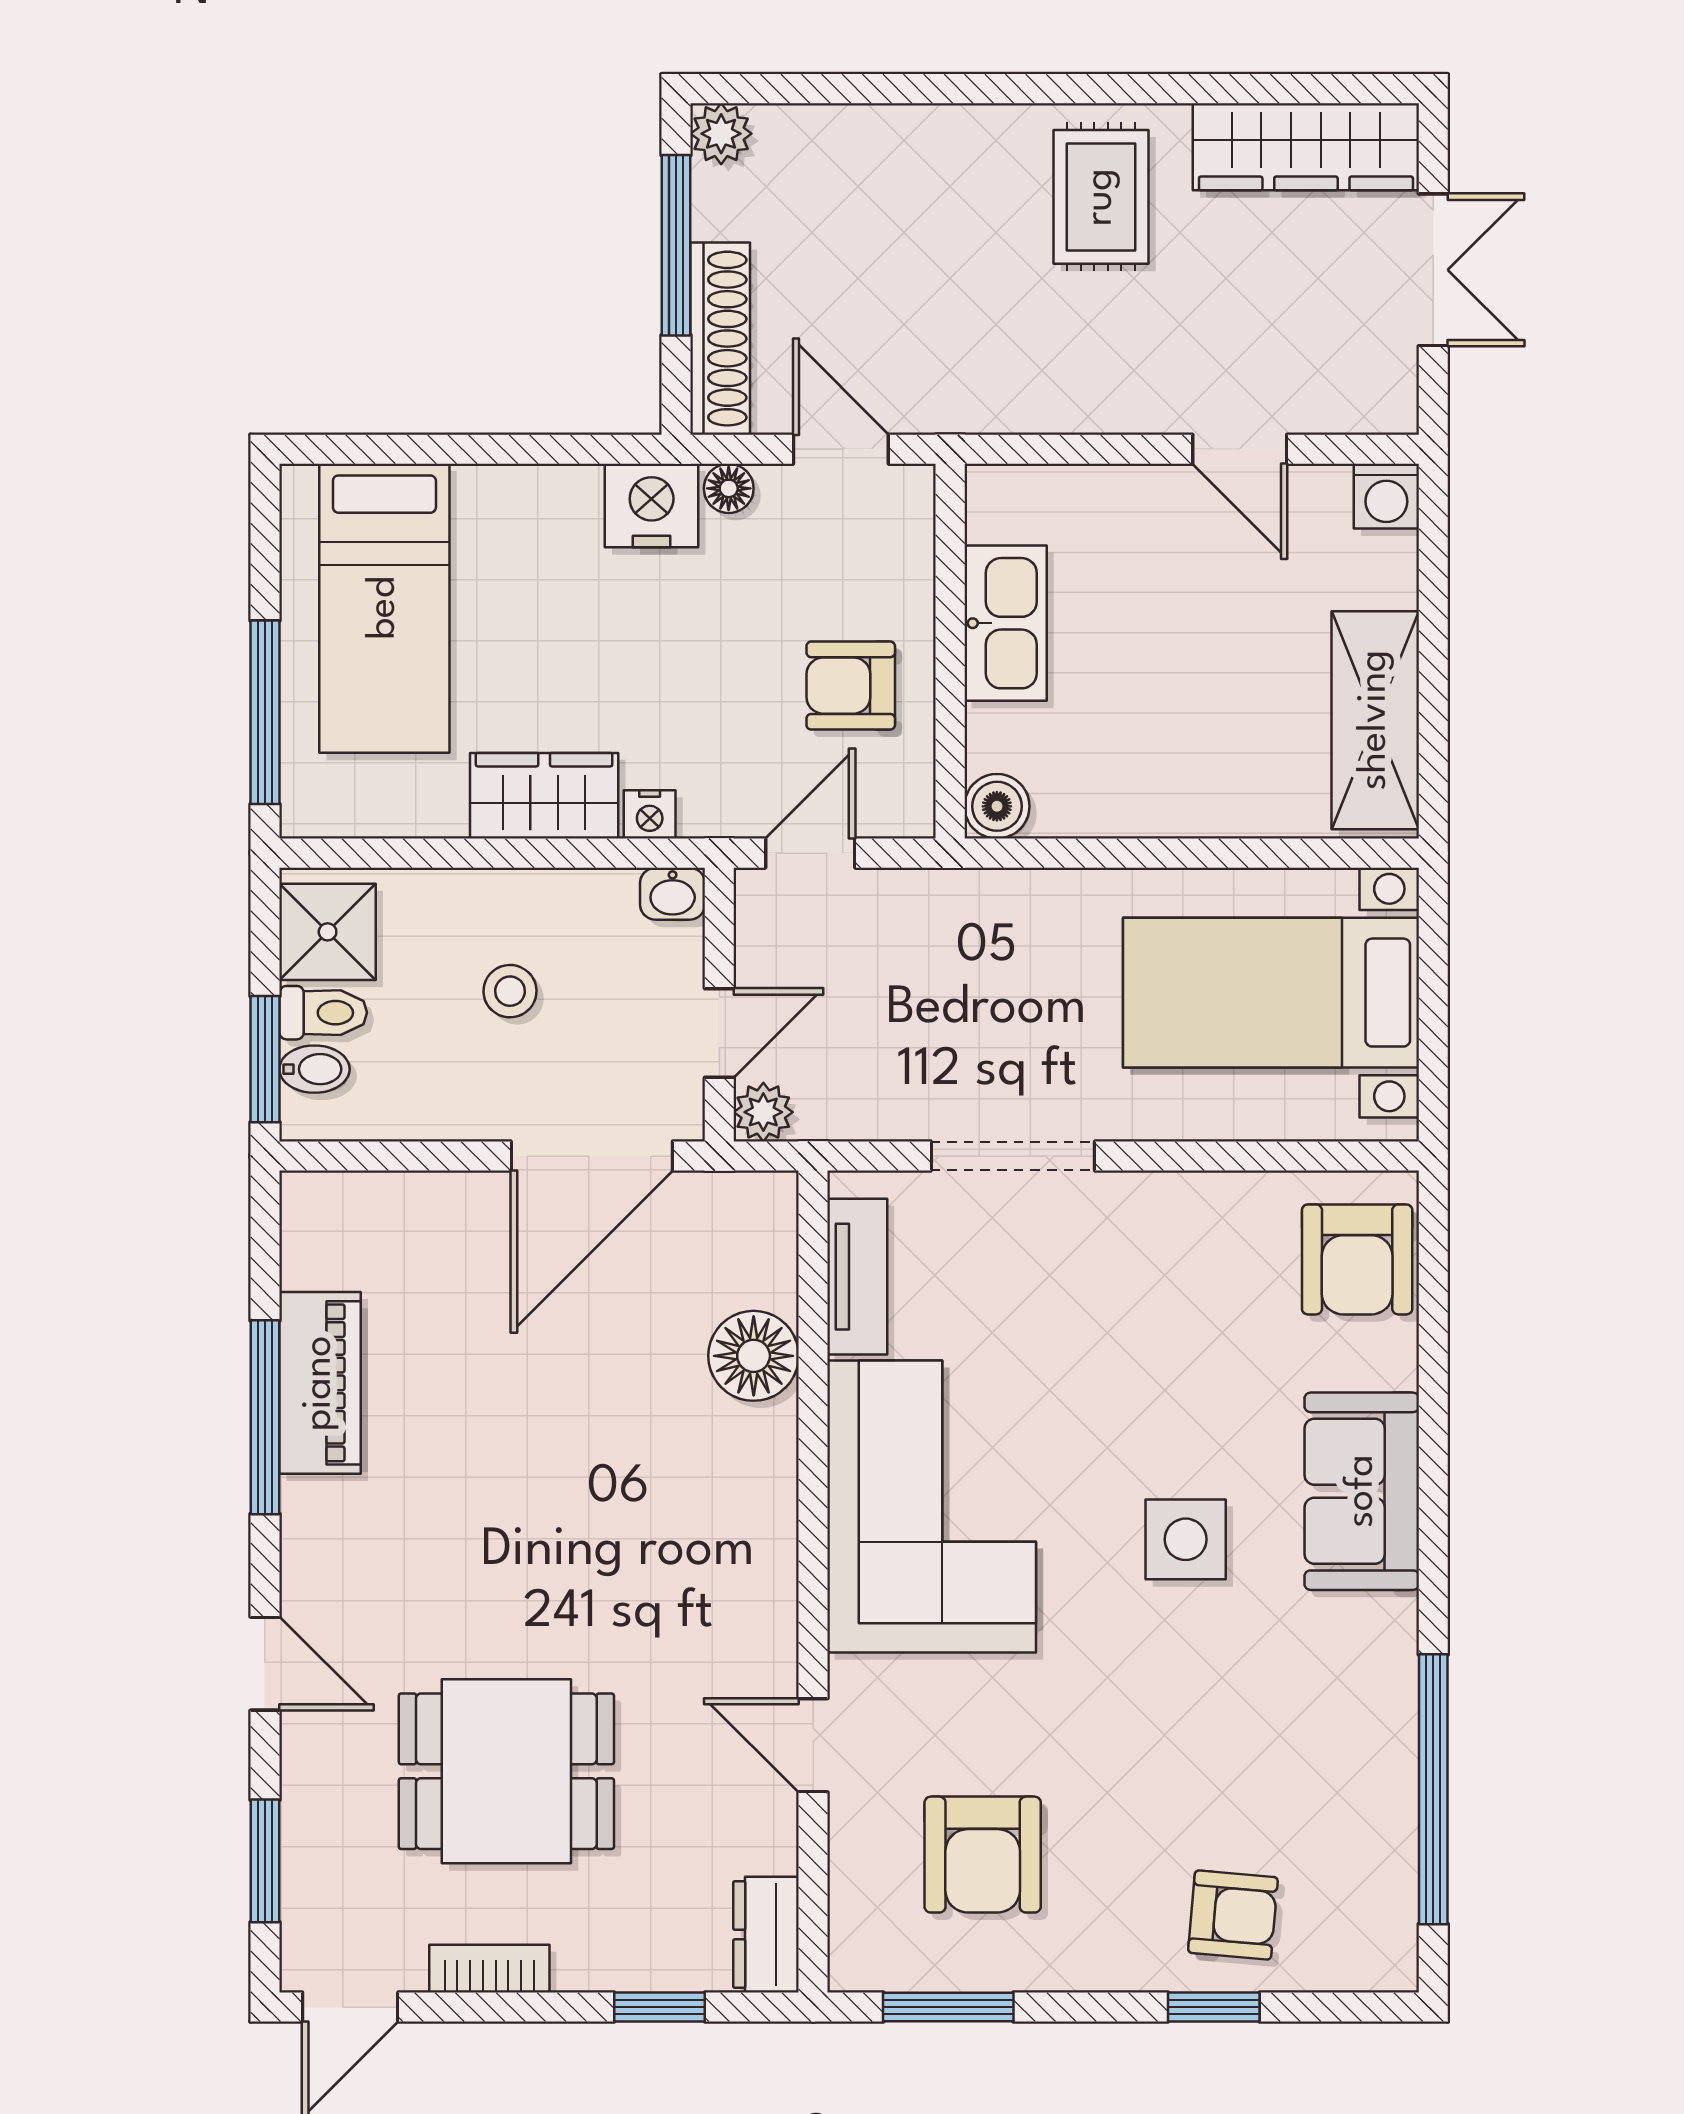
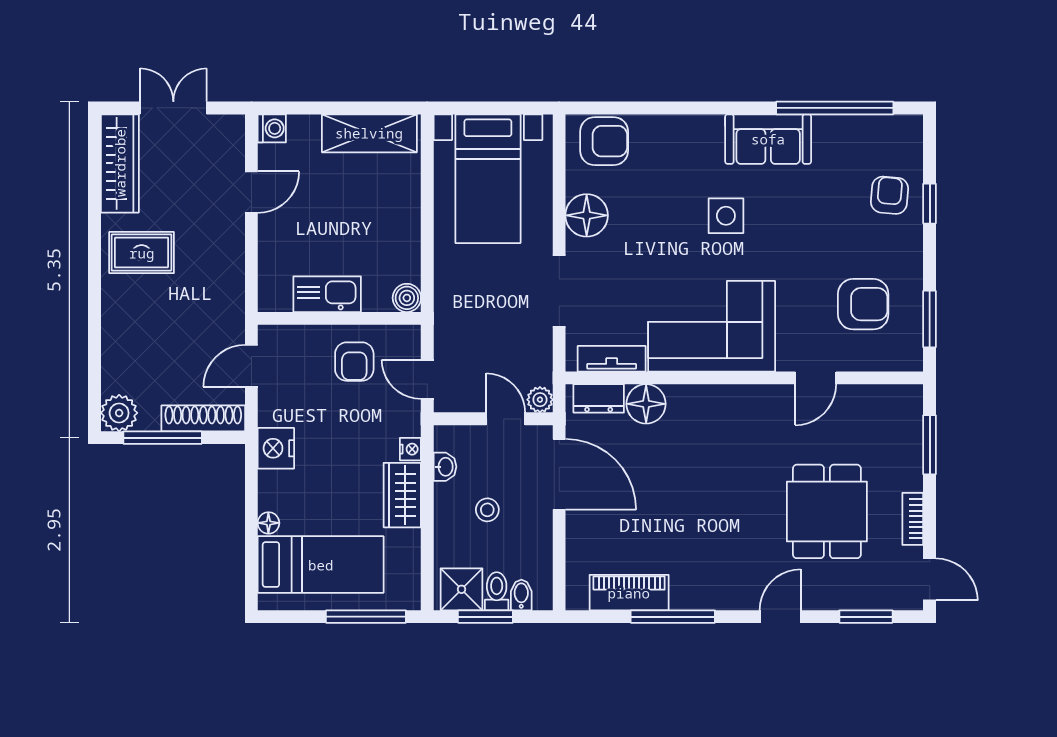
plant: (721, 134) -> (119, 413), width x1.38, depth x1.38
floor lamp: (729, 488) -> (268, 523), moved
washbasin: (673, 894) -> (445, 467), moved
window: (265, 1059) -> (485, 617), moved
floor lamp: (1187, 1219) -> (587, 215), added
piano: (320, 1383) -> (629, 593), moved
sofa: (1362, 1491) -> (768, 139), moved
dresser: (766, 1935) -> (599, 398), moved
window: (660, 2007) -> (930, 445), width x1.50

